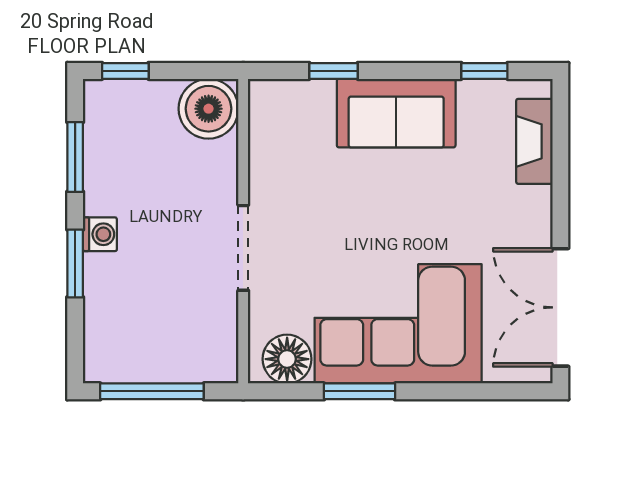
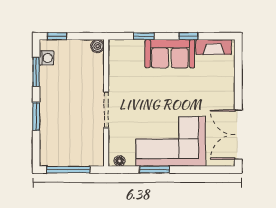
window: (484, 71) -> (188, 36), moved
boiler: (209, 109) -> (97, 46), width x0.54, depth x0.54
fireplace: (534, 141) -> (214, 47), moved, turned -90
washing machine: (100, 234) -> (46, 58), moved
floor lamp: (287, 359) -> (120, 161), width x0.53, depth x0.53

